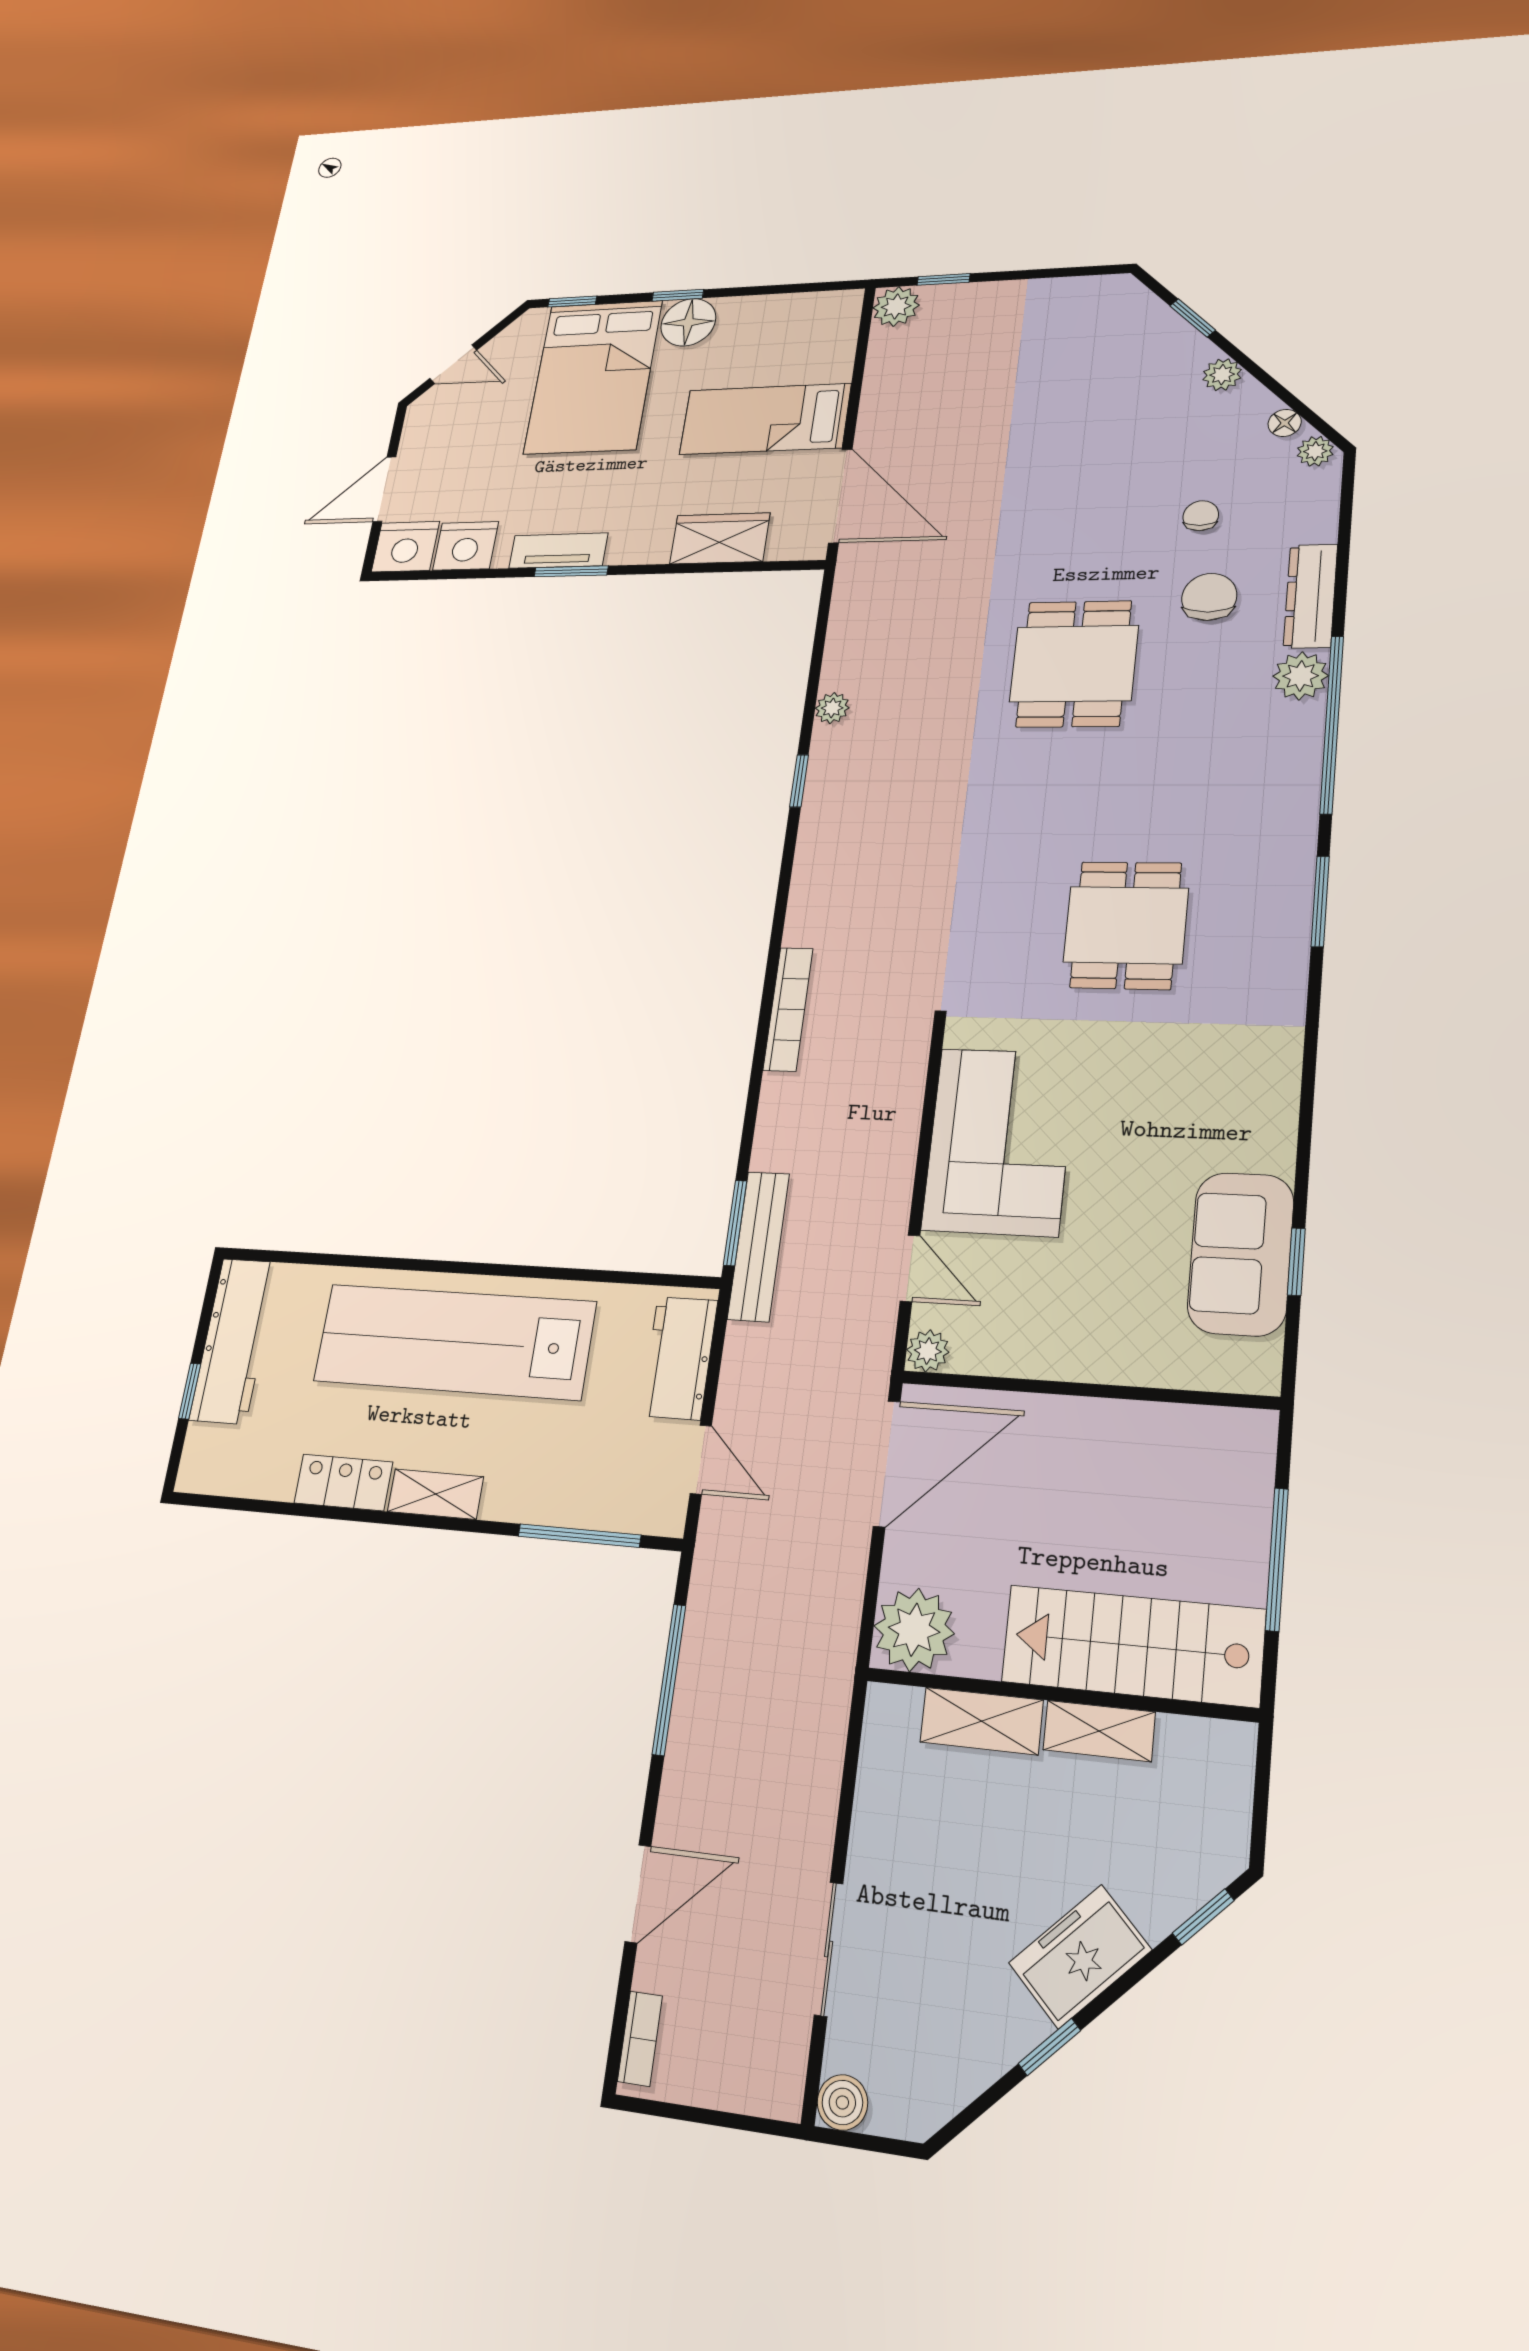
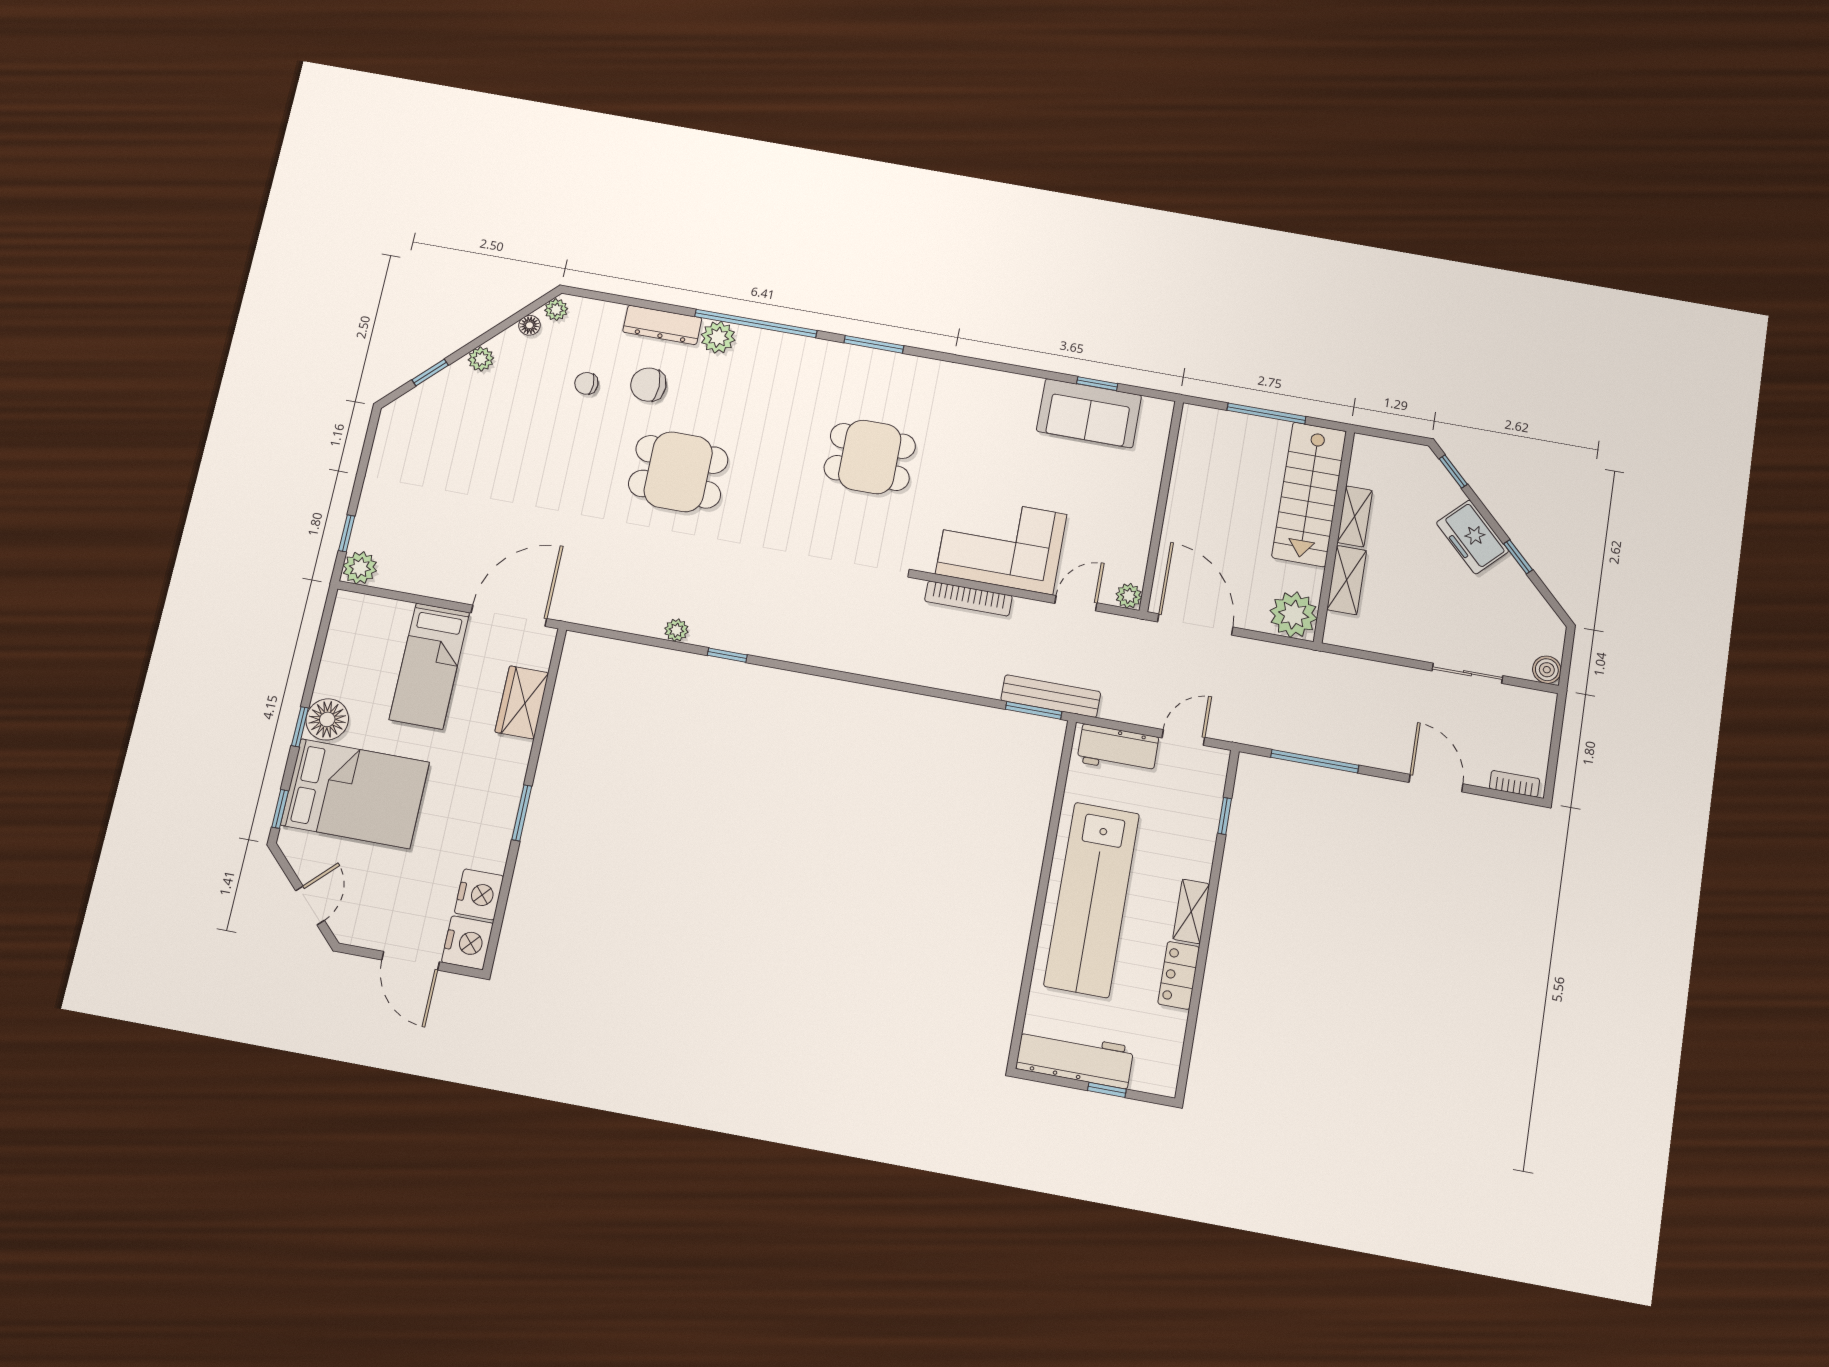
tv unit: (558, 551) -> (502, 822), removed
bookcase: (788, 1009) -> (968, 598), moved, turned 180
window: (579, 1536) -> (1225, 816), width x0.46

